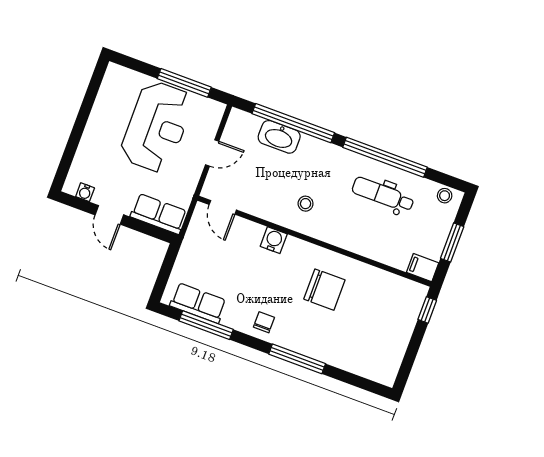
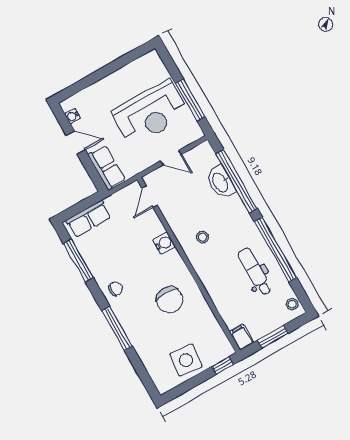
door: (109, 215) -> (76, 143), swing flipped
row of seats: (198, 303) -> (88, 219), moved, turned 90
side table: (388, 334) -> (186, 360), added

